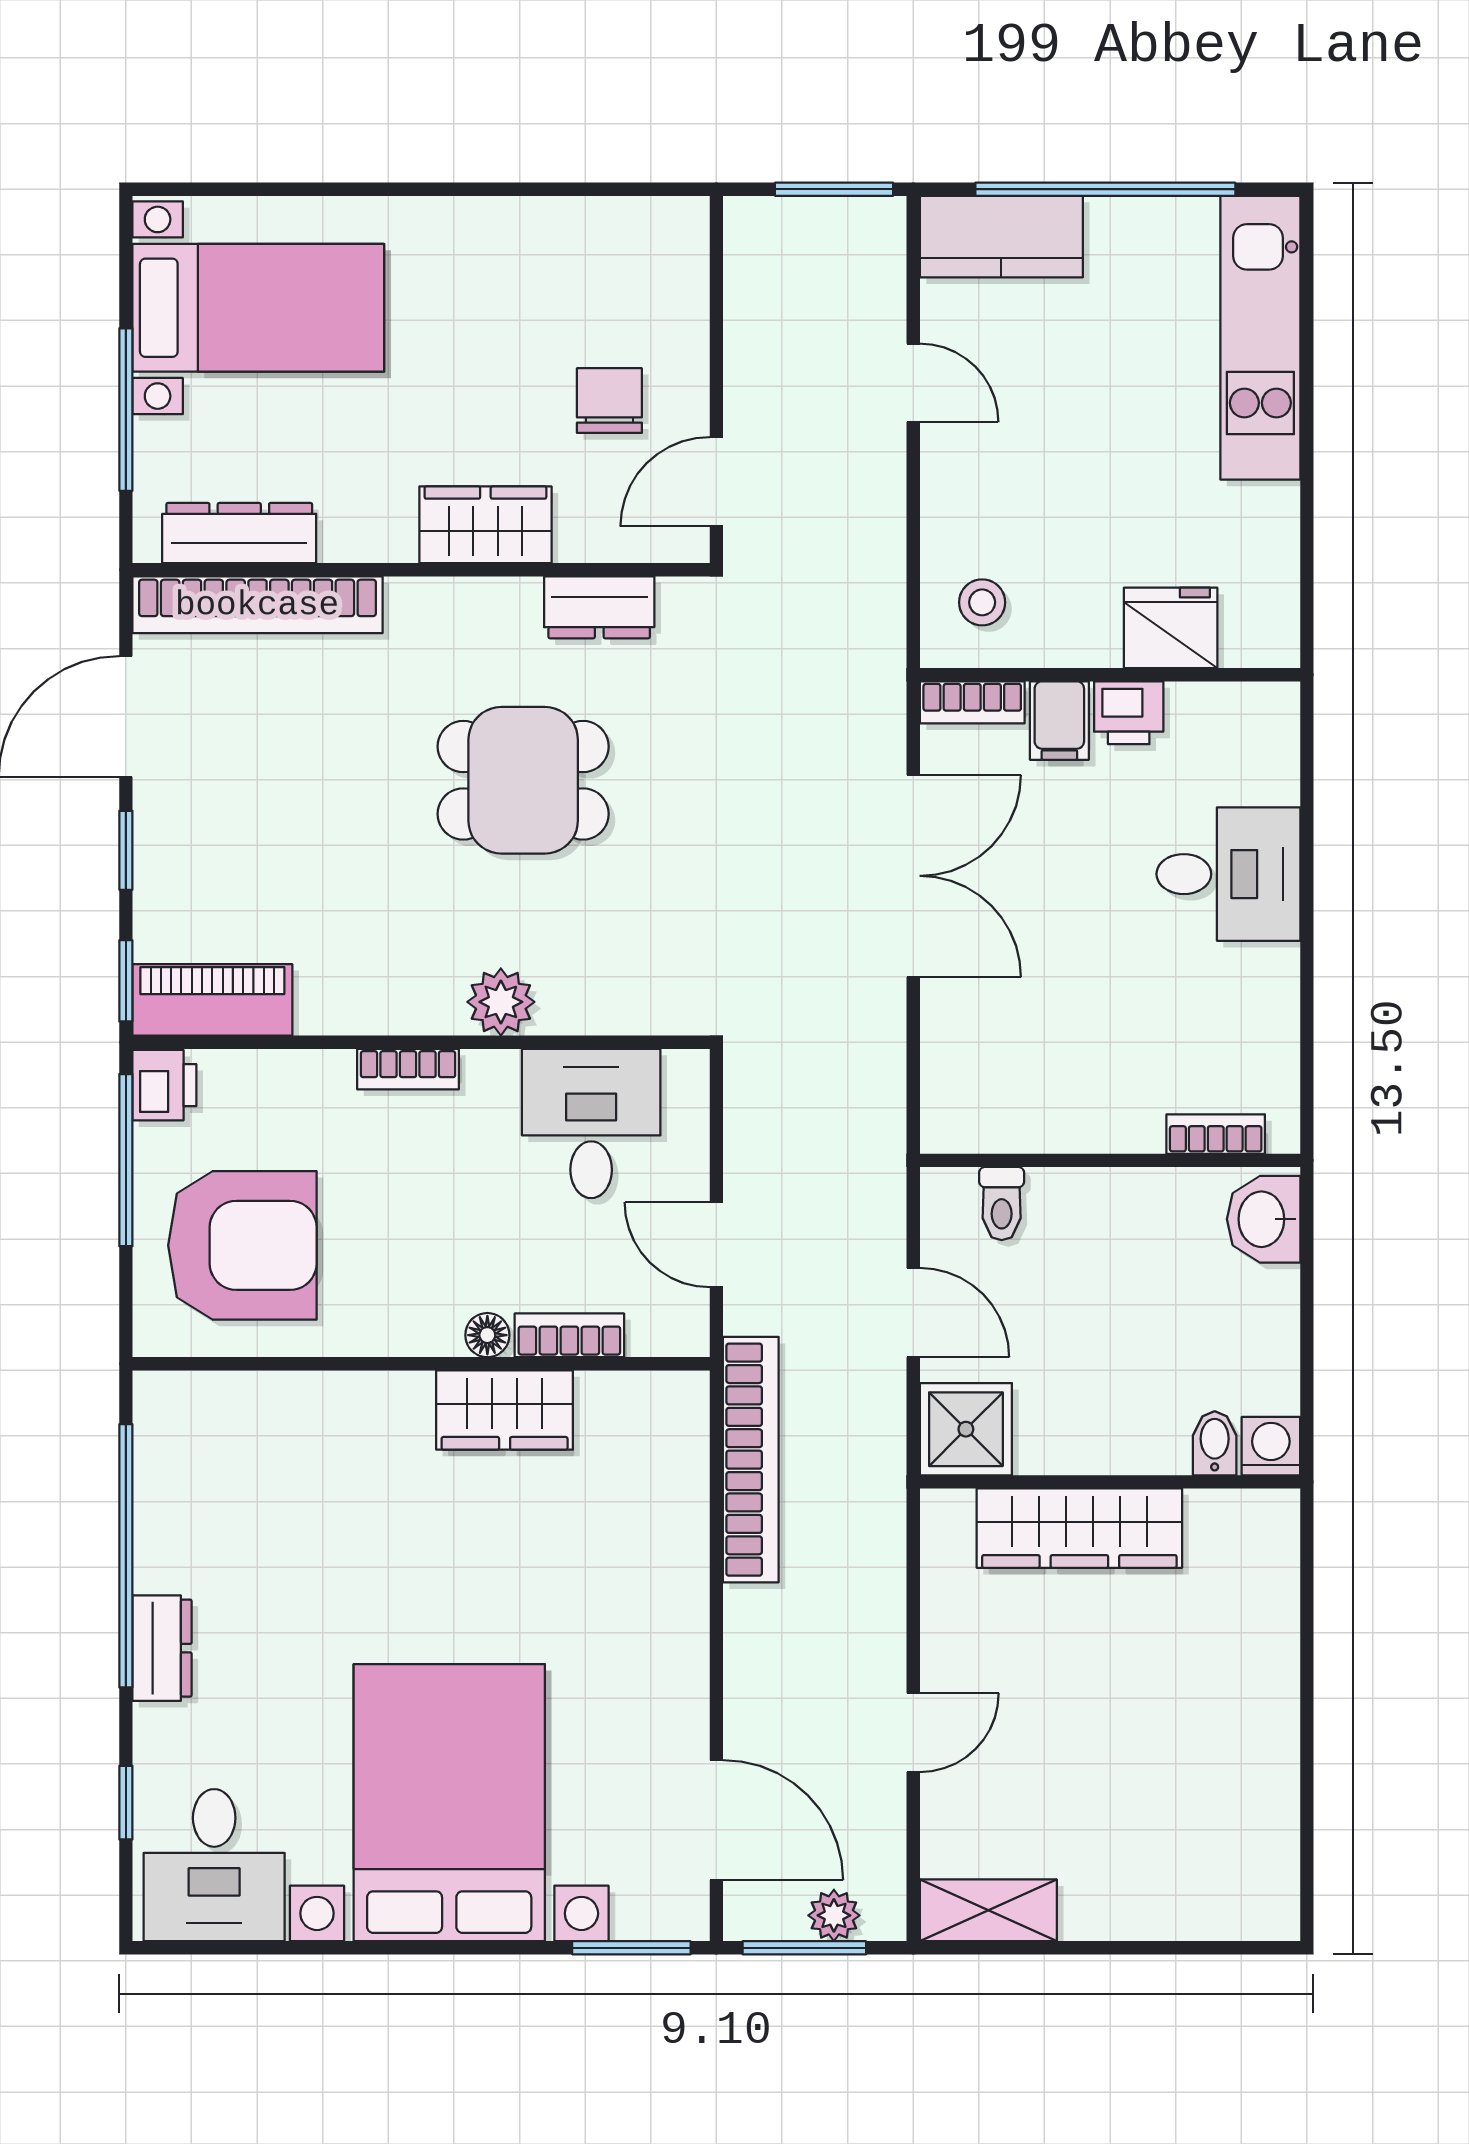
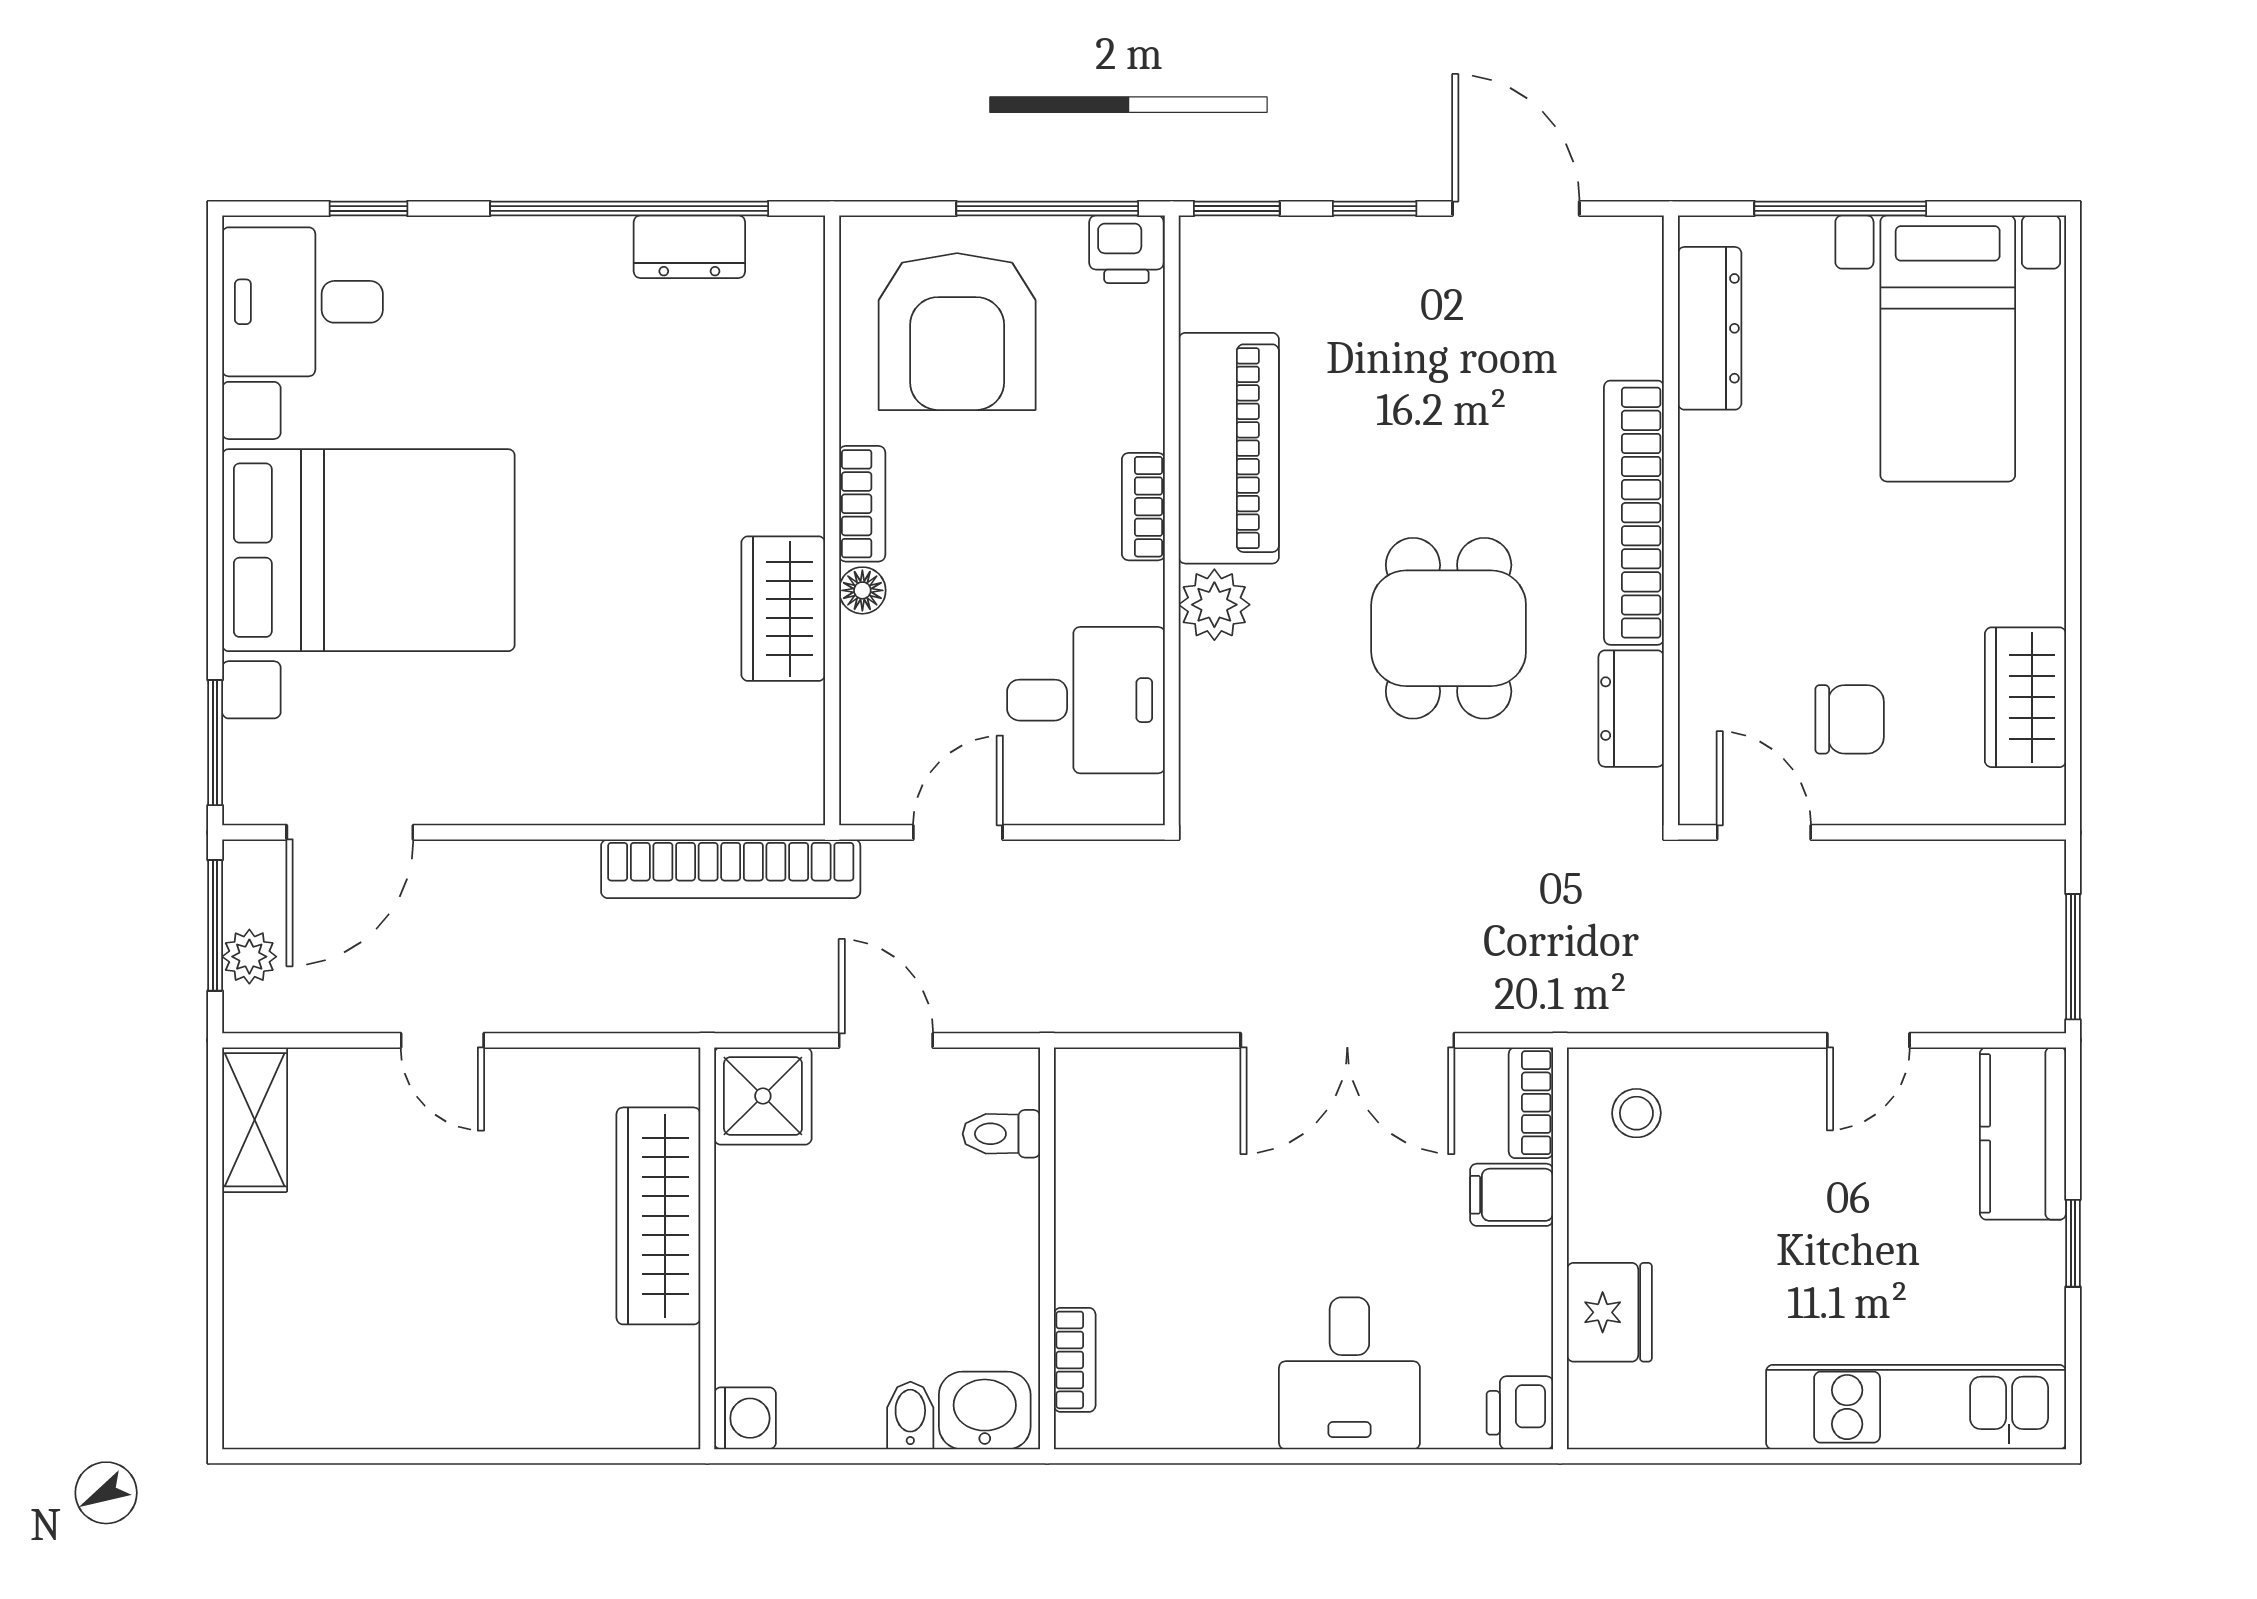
window: (1105, 189) -> (2073, 1243), width x0.32
wardrobe: (485, 525) -> (2025, 697), moved, turned 180
bookcase: (257, 605) -> (1634, 513), moved
printer: (1129, 713) -> (1520, 1413), moved
piano: (212, 1000) -> (1229, 448), moved, width x1.37, depth x1.33
door: (913, 1313) -> (886, 1040), swing flipped
bookcase: (569, 1335) -> (862, 504), moved
bidet: (1215, 1443) -> (910, 1415), moved, turned -90
dresser: (162, 1648) -> (689, 247), moved

